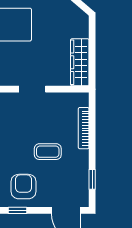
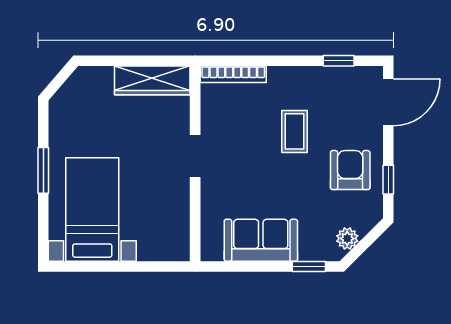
bookcase: (84, 128) -> (233, 74), moved
armchair: (23, 187) -> (350, 170), turned 90

